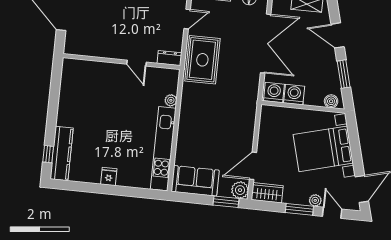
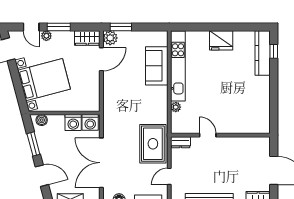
fridge: (109, 177) -> (221, 40), width x1.88, depth x1.34
sofa: (195, 181) -> (157, 66), moved, turned 90

